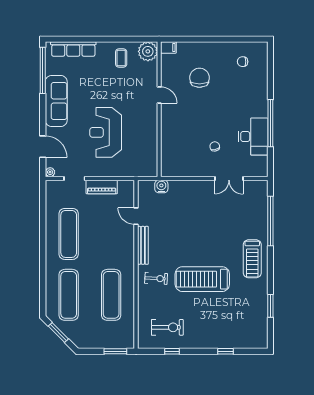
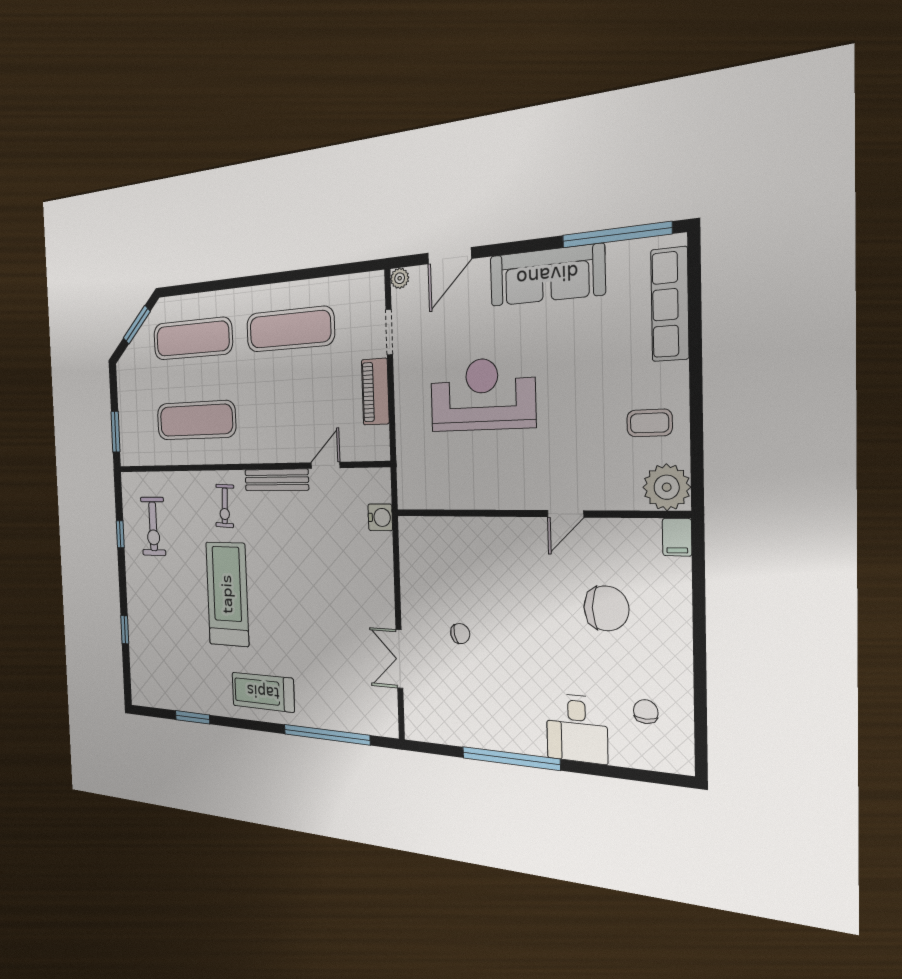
desk: (253, 136) -> (577, 728), moved, width x0.73

